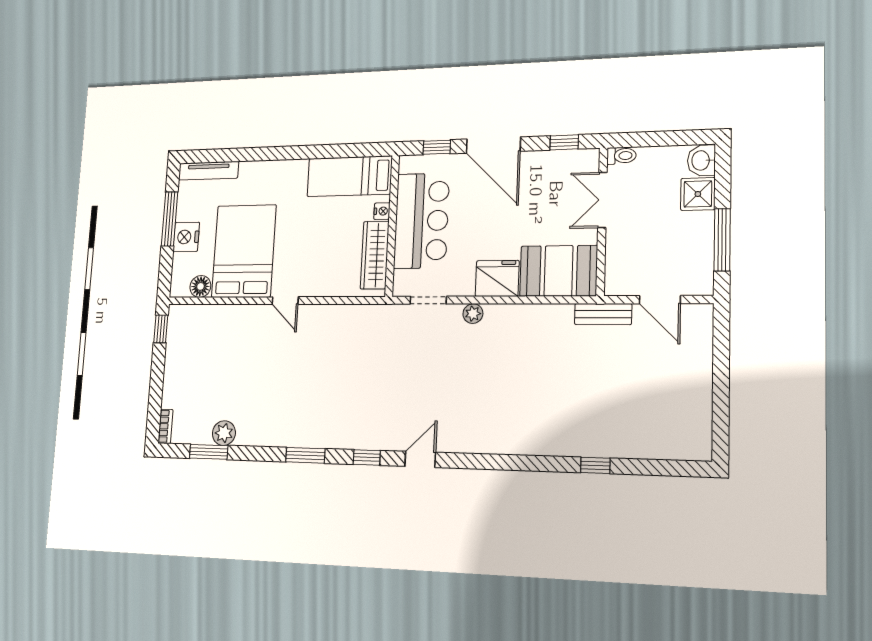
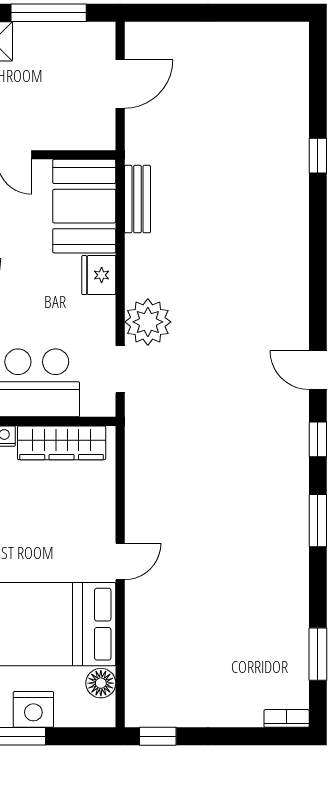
fridge: (497, 278) -> (99, 275), width x0.73, depth x0.75
plant: (473, 314) -> (148, 322), width x1.88, depth x1.88
bench: (603, 314) -> (137, 199), moved
plant: (224, 433) -> (293, 635), removed

